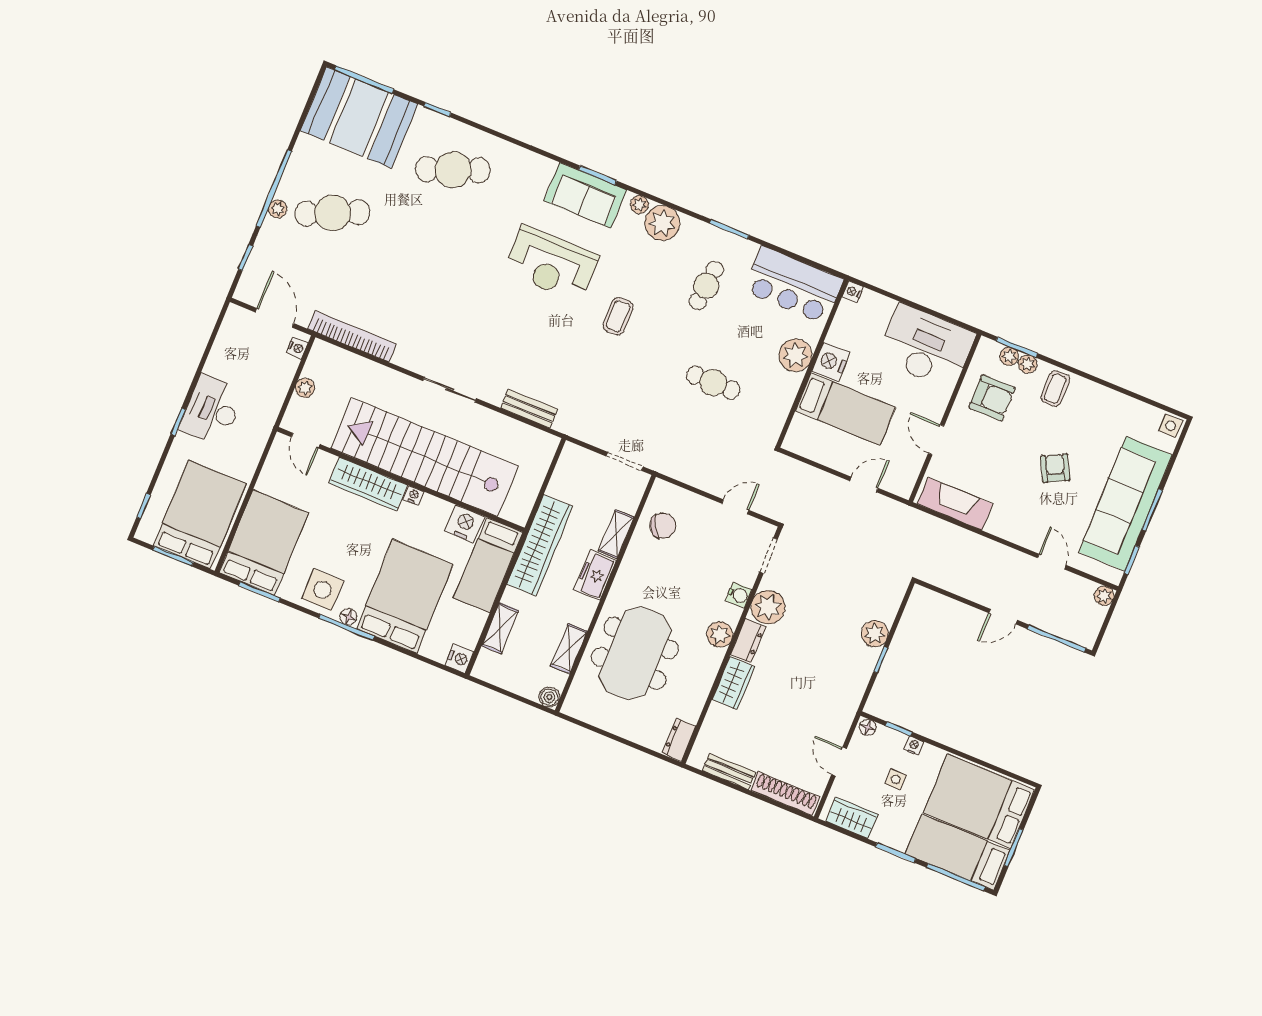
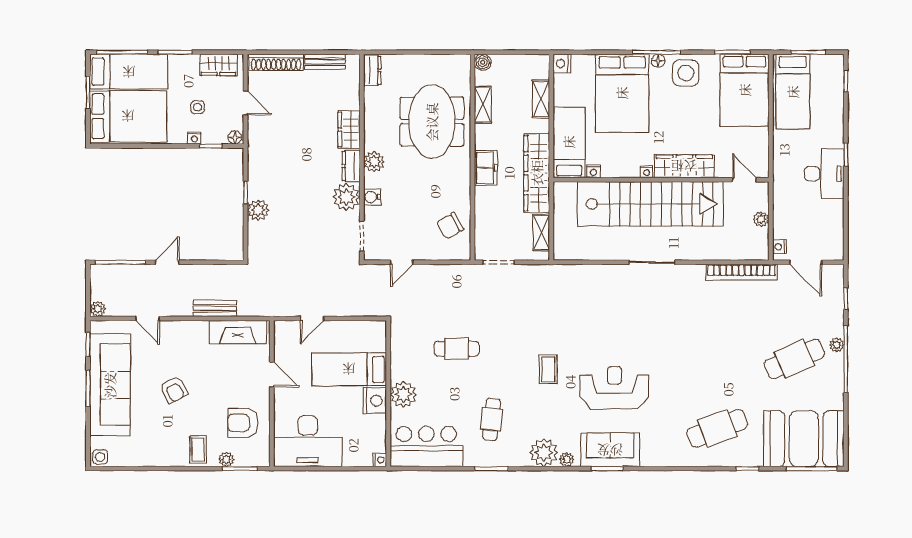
plant: (1009, 356) -> (243, 459), removed
bench: (529, 409) -> (215, 308), moved
bed: (200, 515) -> (793, 92), width x0.67
nightstand: (465, 524) -> (593, 171), width x0.53, depth x0.56
shelving: (616, 534) -> (541, 232), moved

